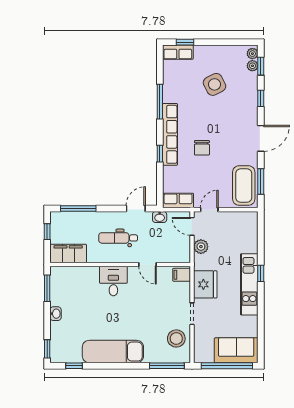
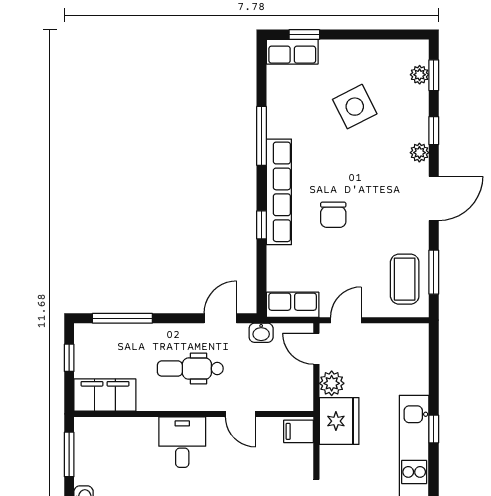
plant: (252, 54) -> (419, 153), moved
coffee table: (244, 186) -> (405, 279), width x0.73, depth x0.76
fridge: (205, 284) -> (339, 421), moved

